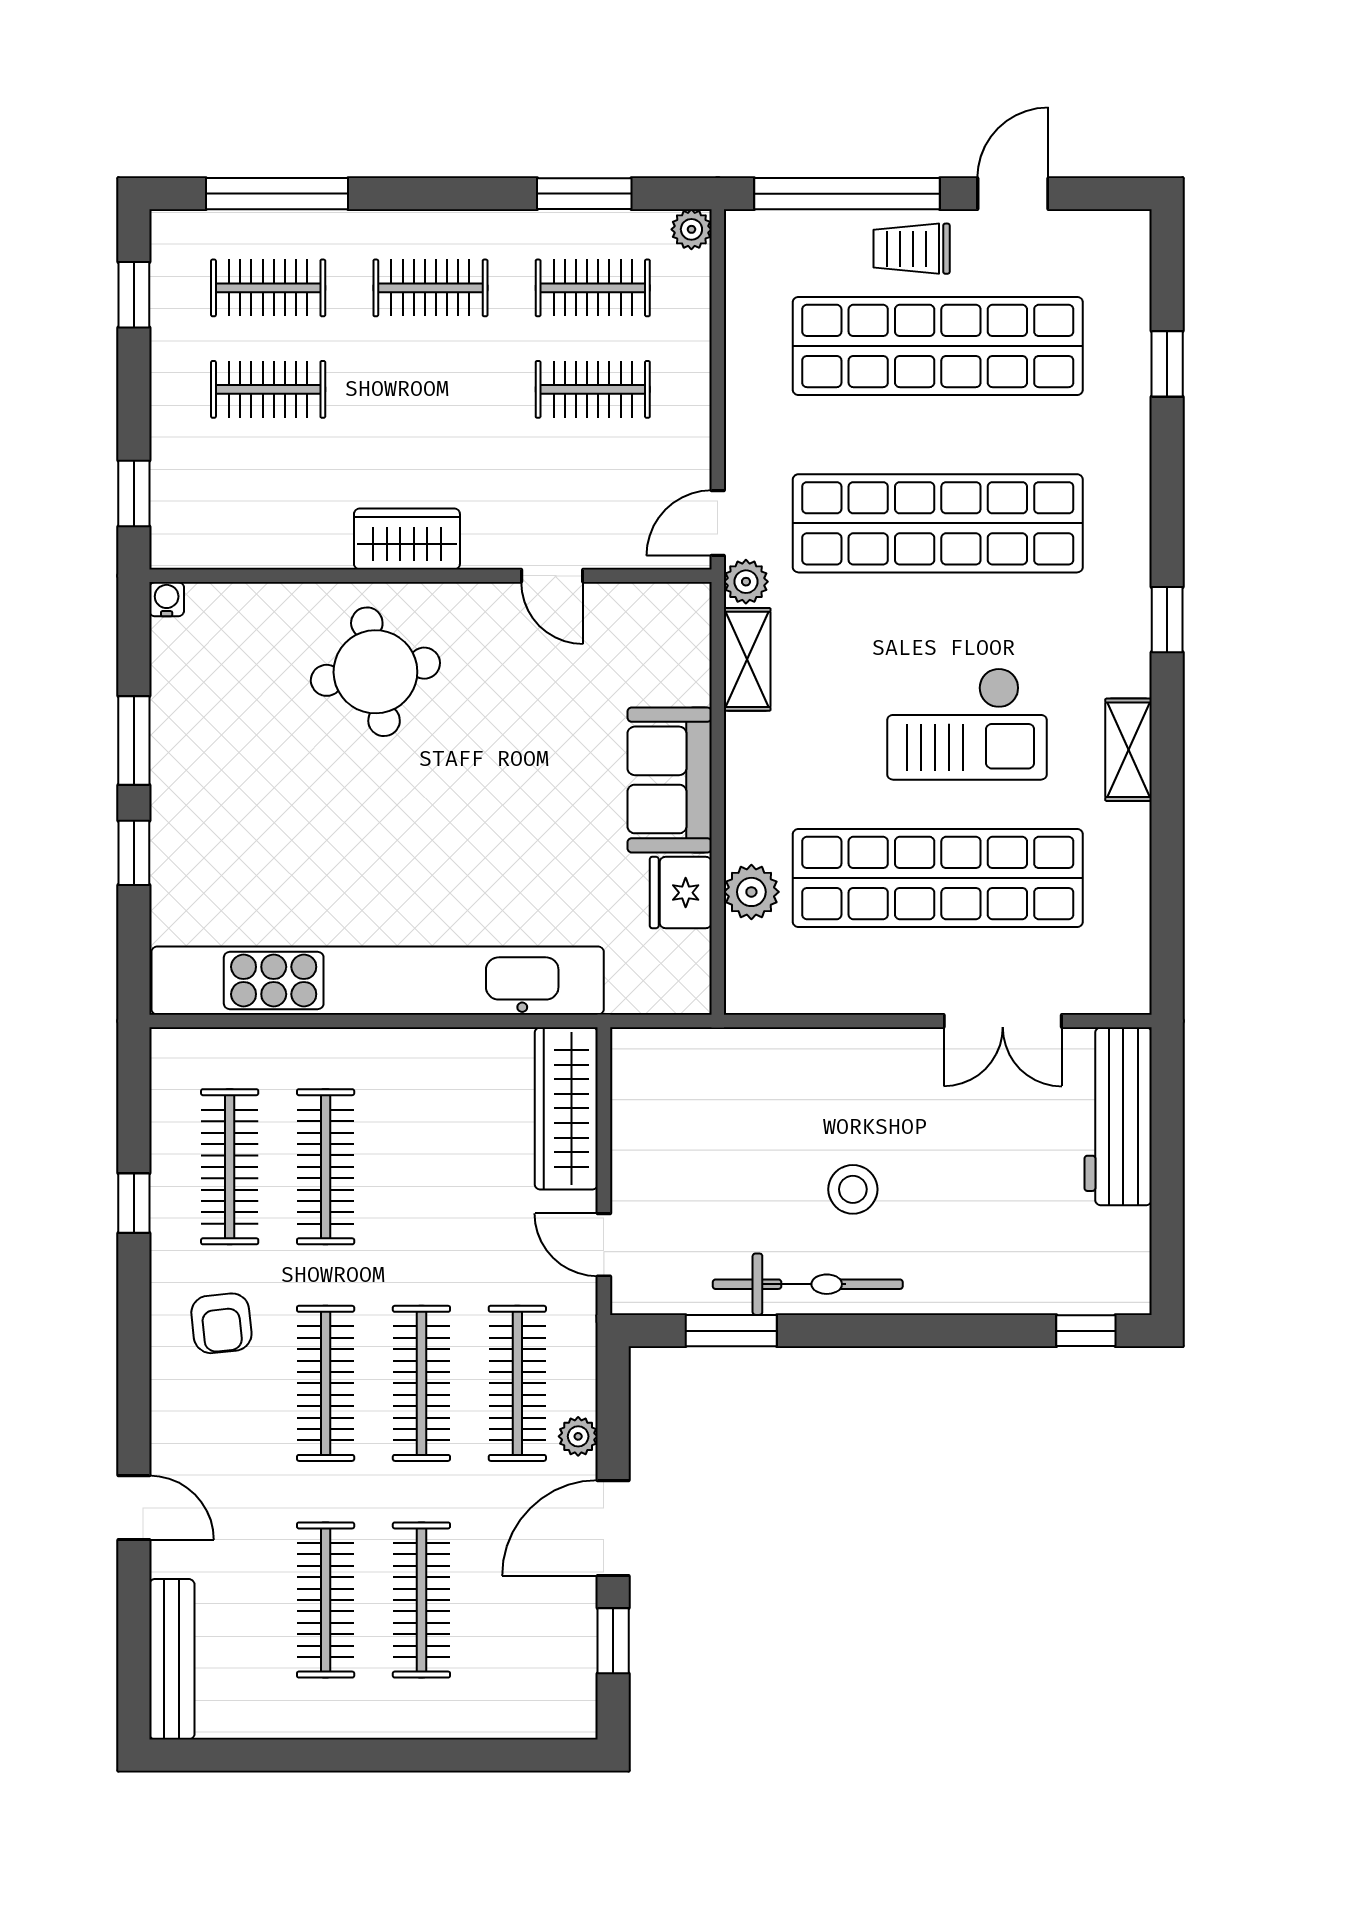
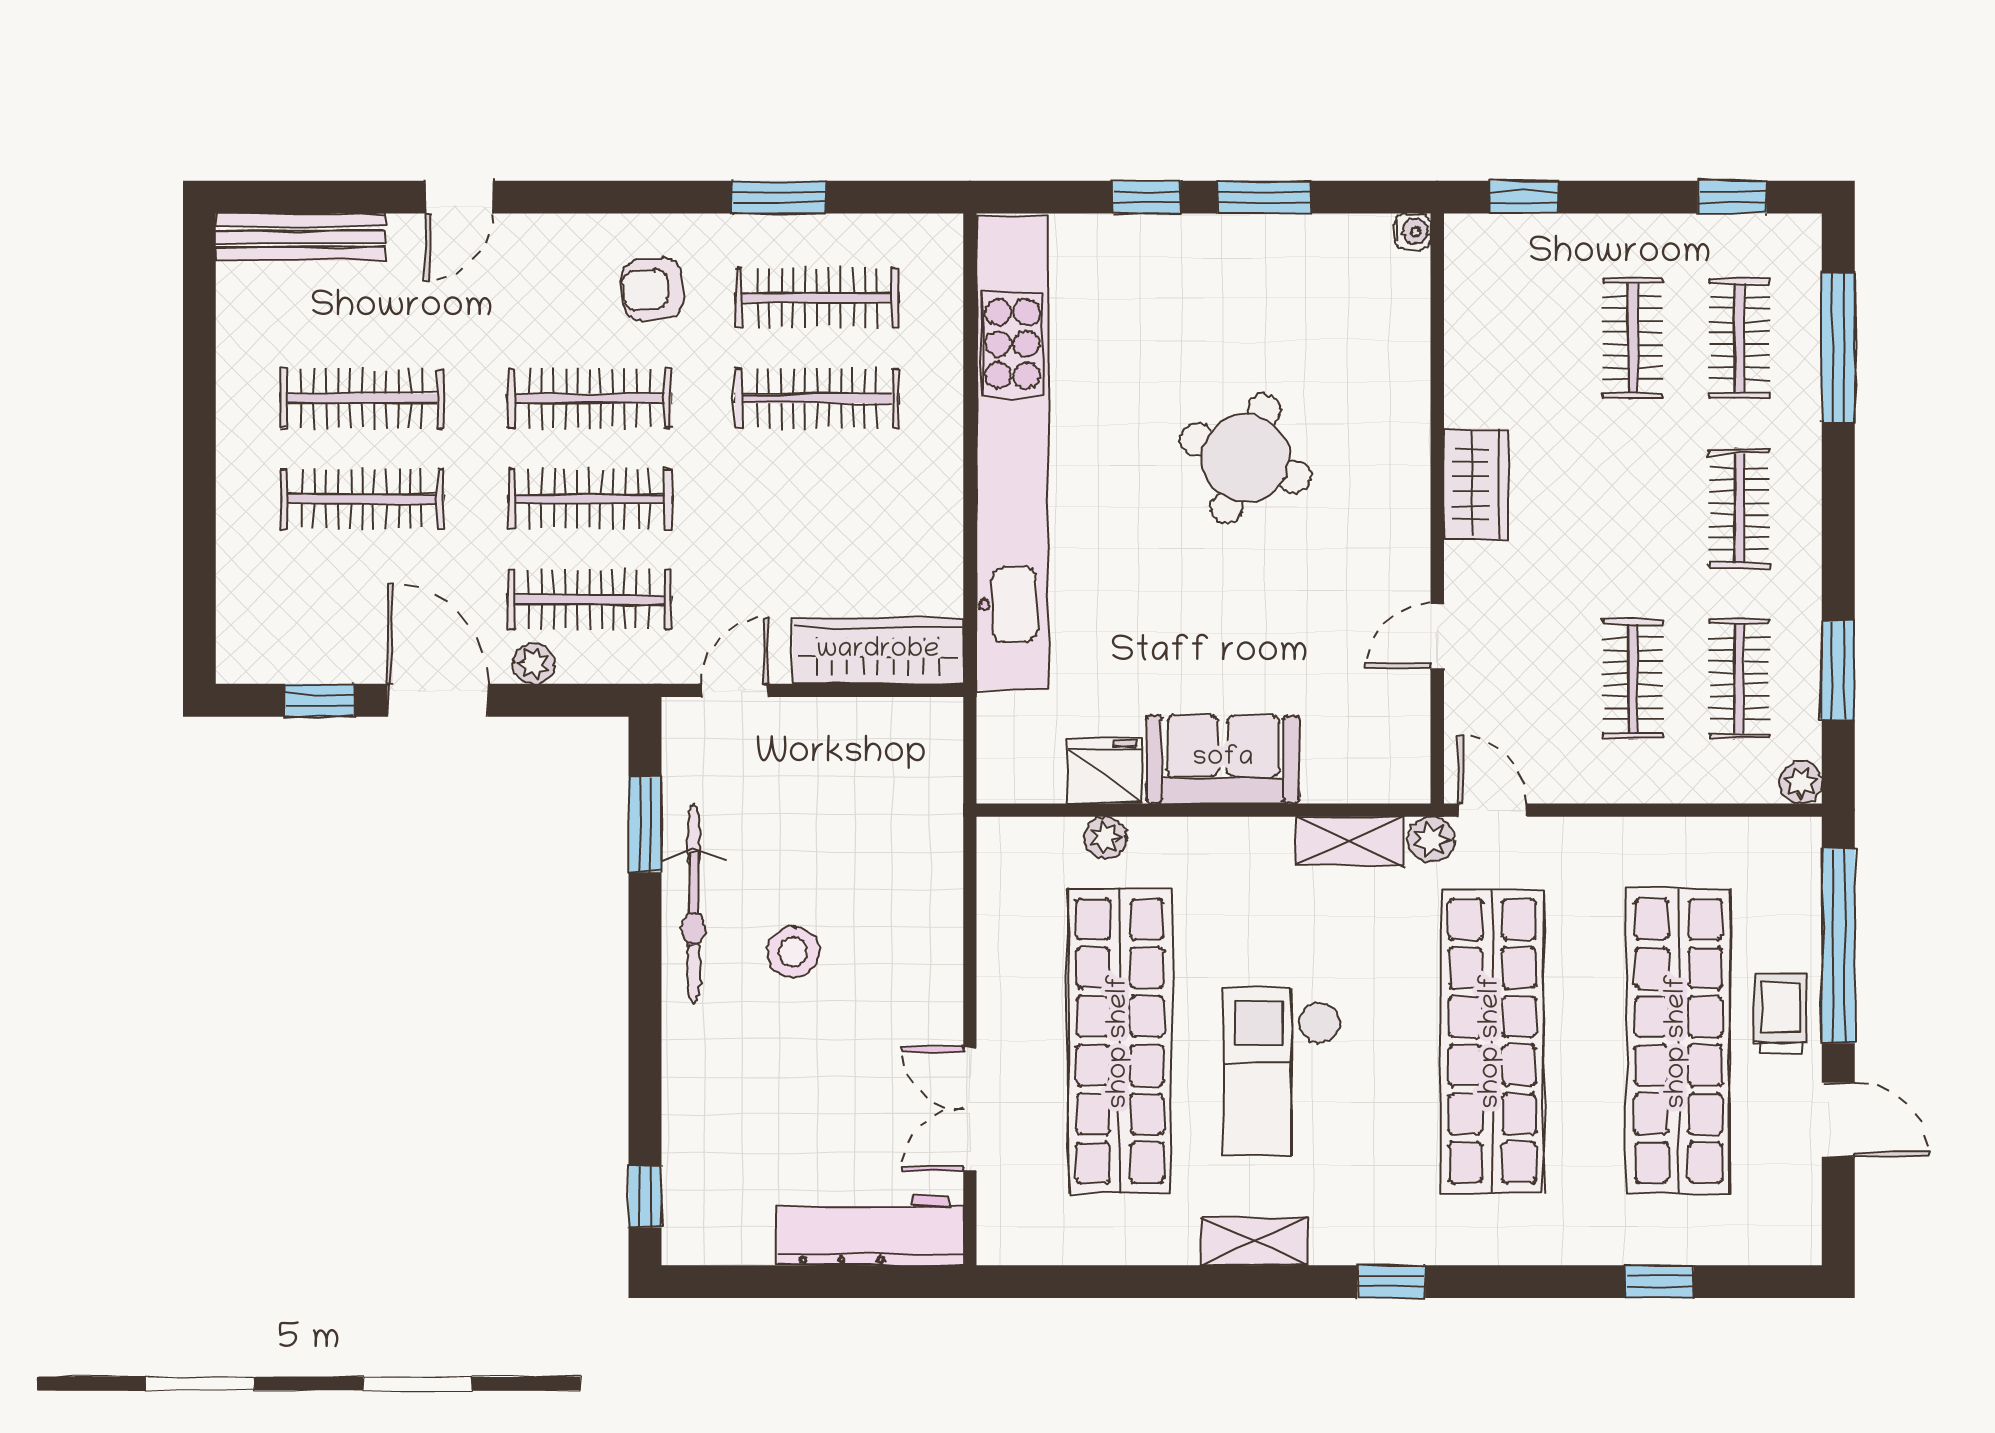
round table: (375, 672) -> (1246, 458), moved, turned 31
plant: (751, 892) -> (1105, 837), width x0.73, depth x0.73
window: (134, 1203) -> (779, 197), width x1.50

